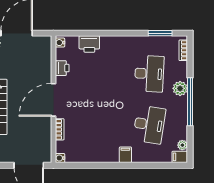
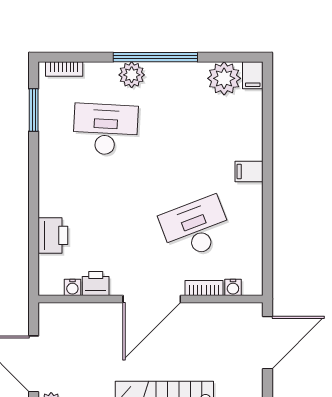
water cooler: (60, 43) -> (72, 287), moved
door: (53, 100) -> (152, 299), hinge flipped
desk: (149, 125) -> (196, 228), moved, turned -30
plant: (182, 145) -> (224, 78), width x1.88, depth x1.88
water cooler: (60, 158) -> (233, 287), moved

